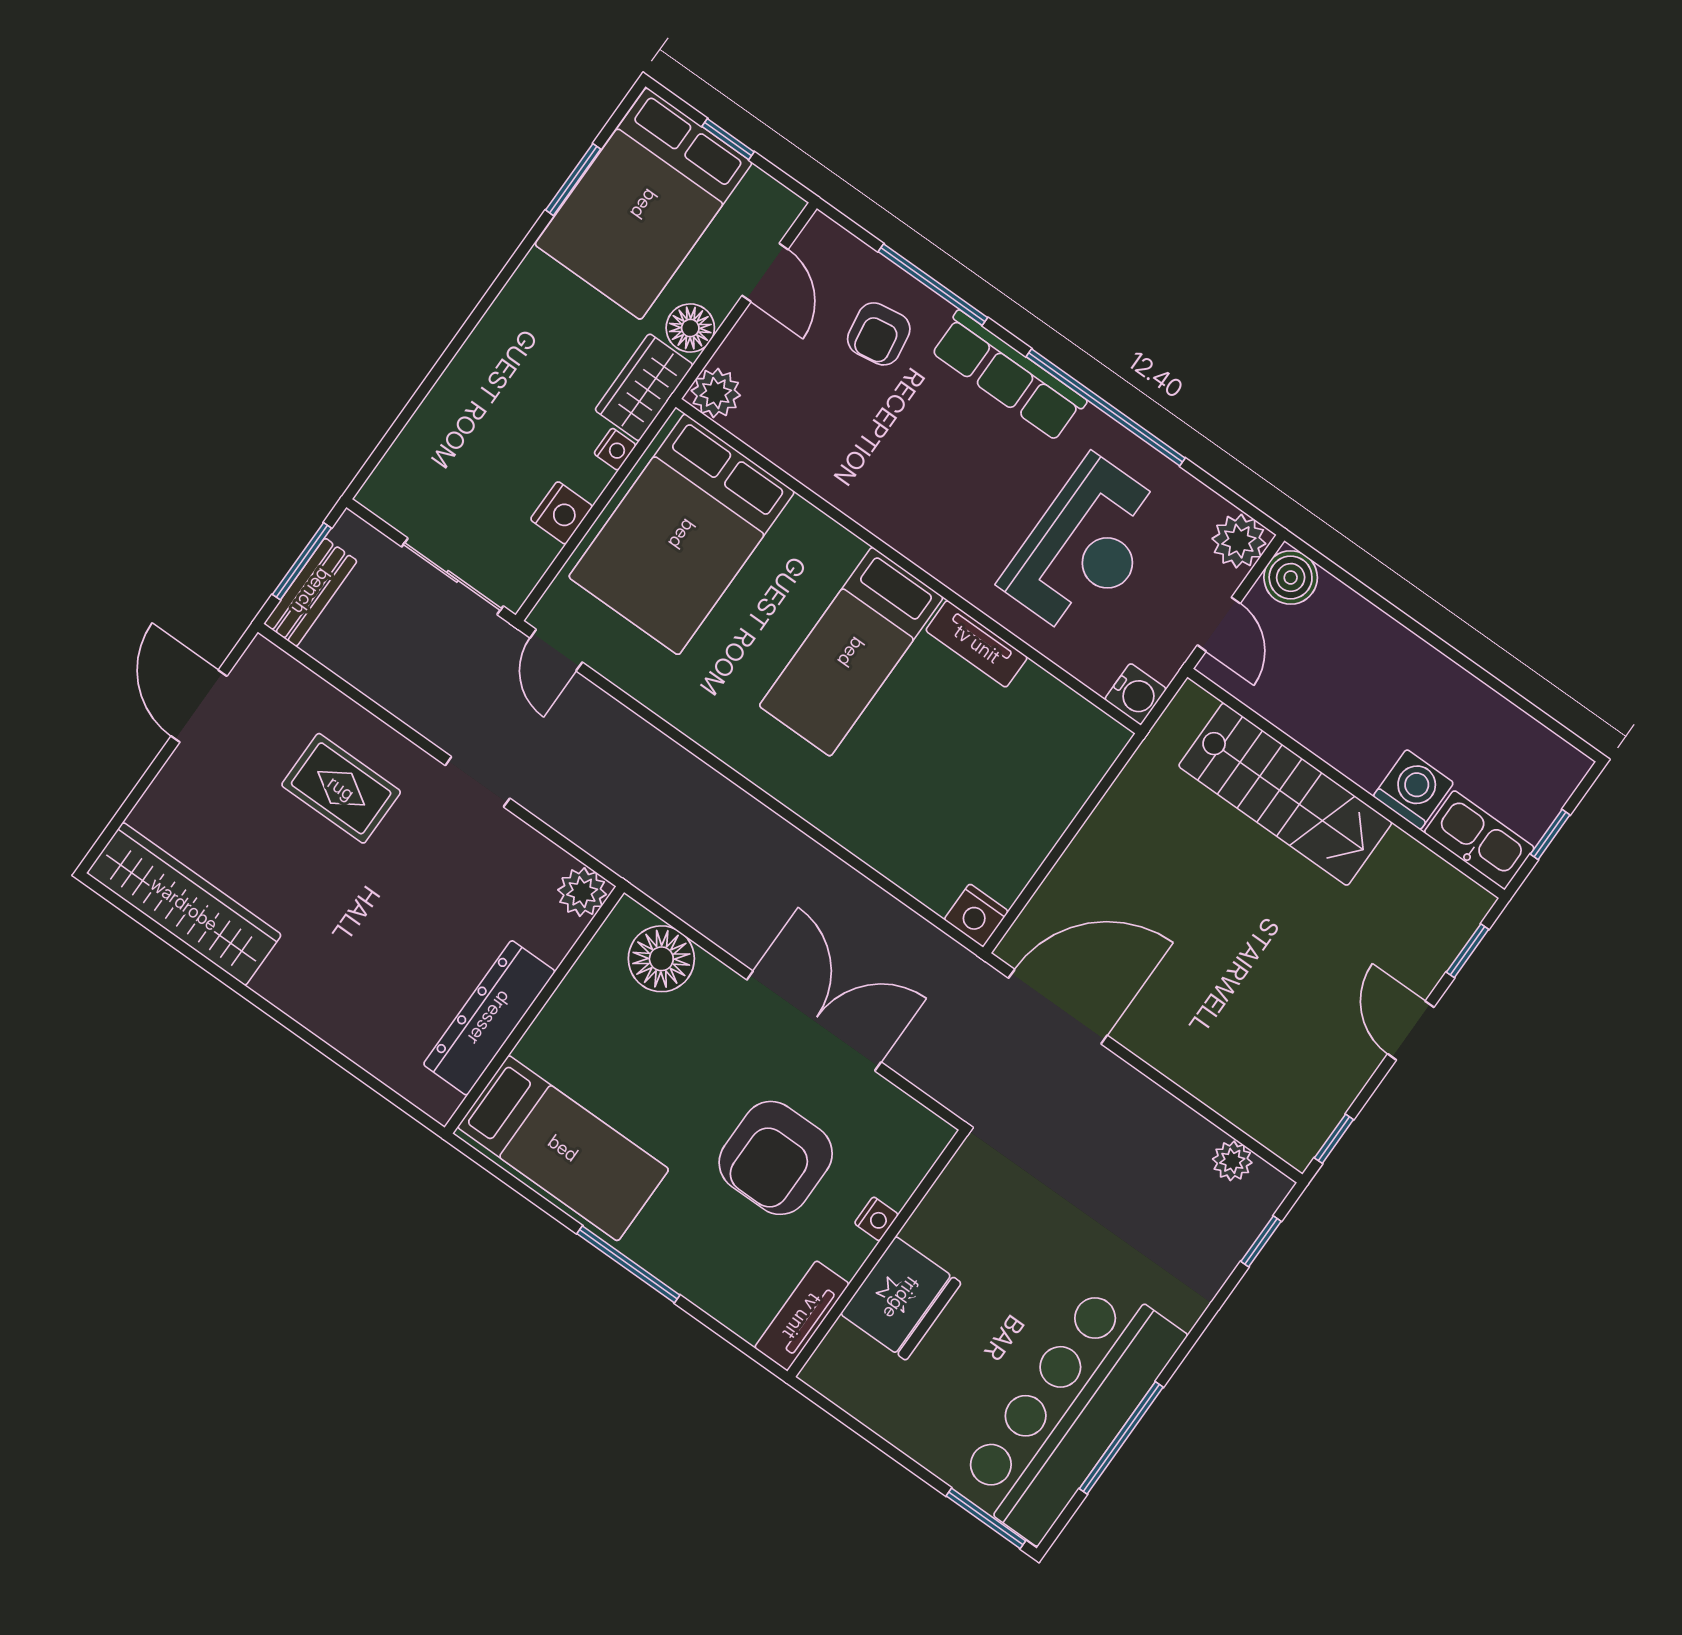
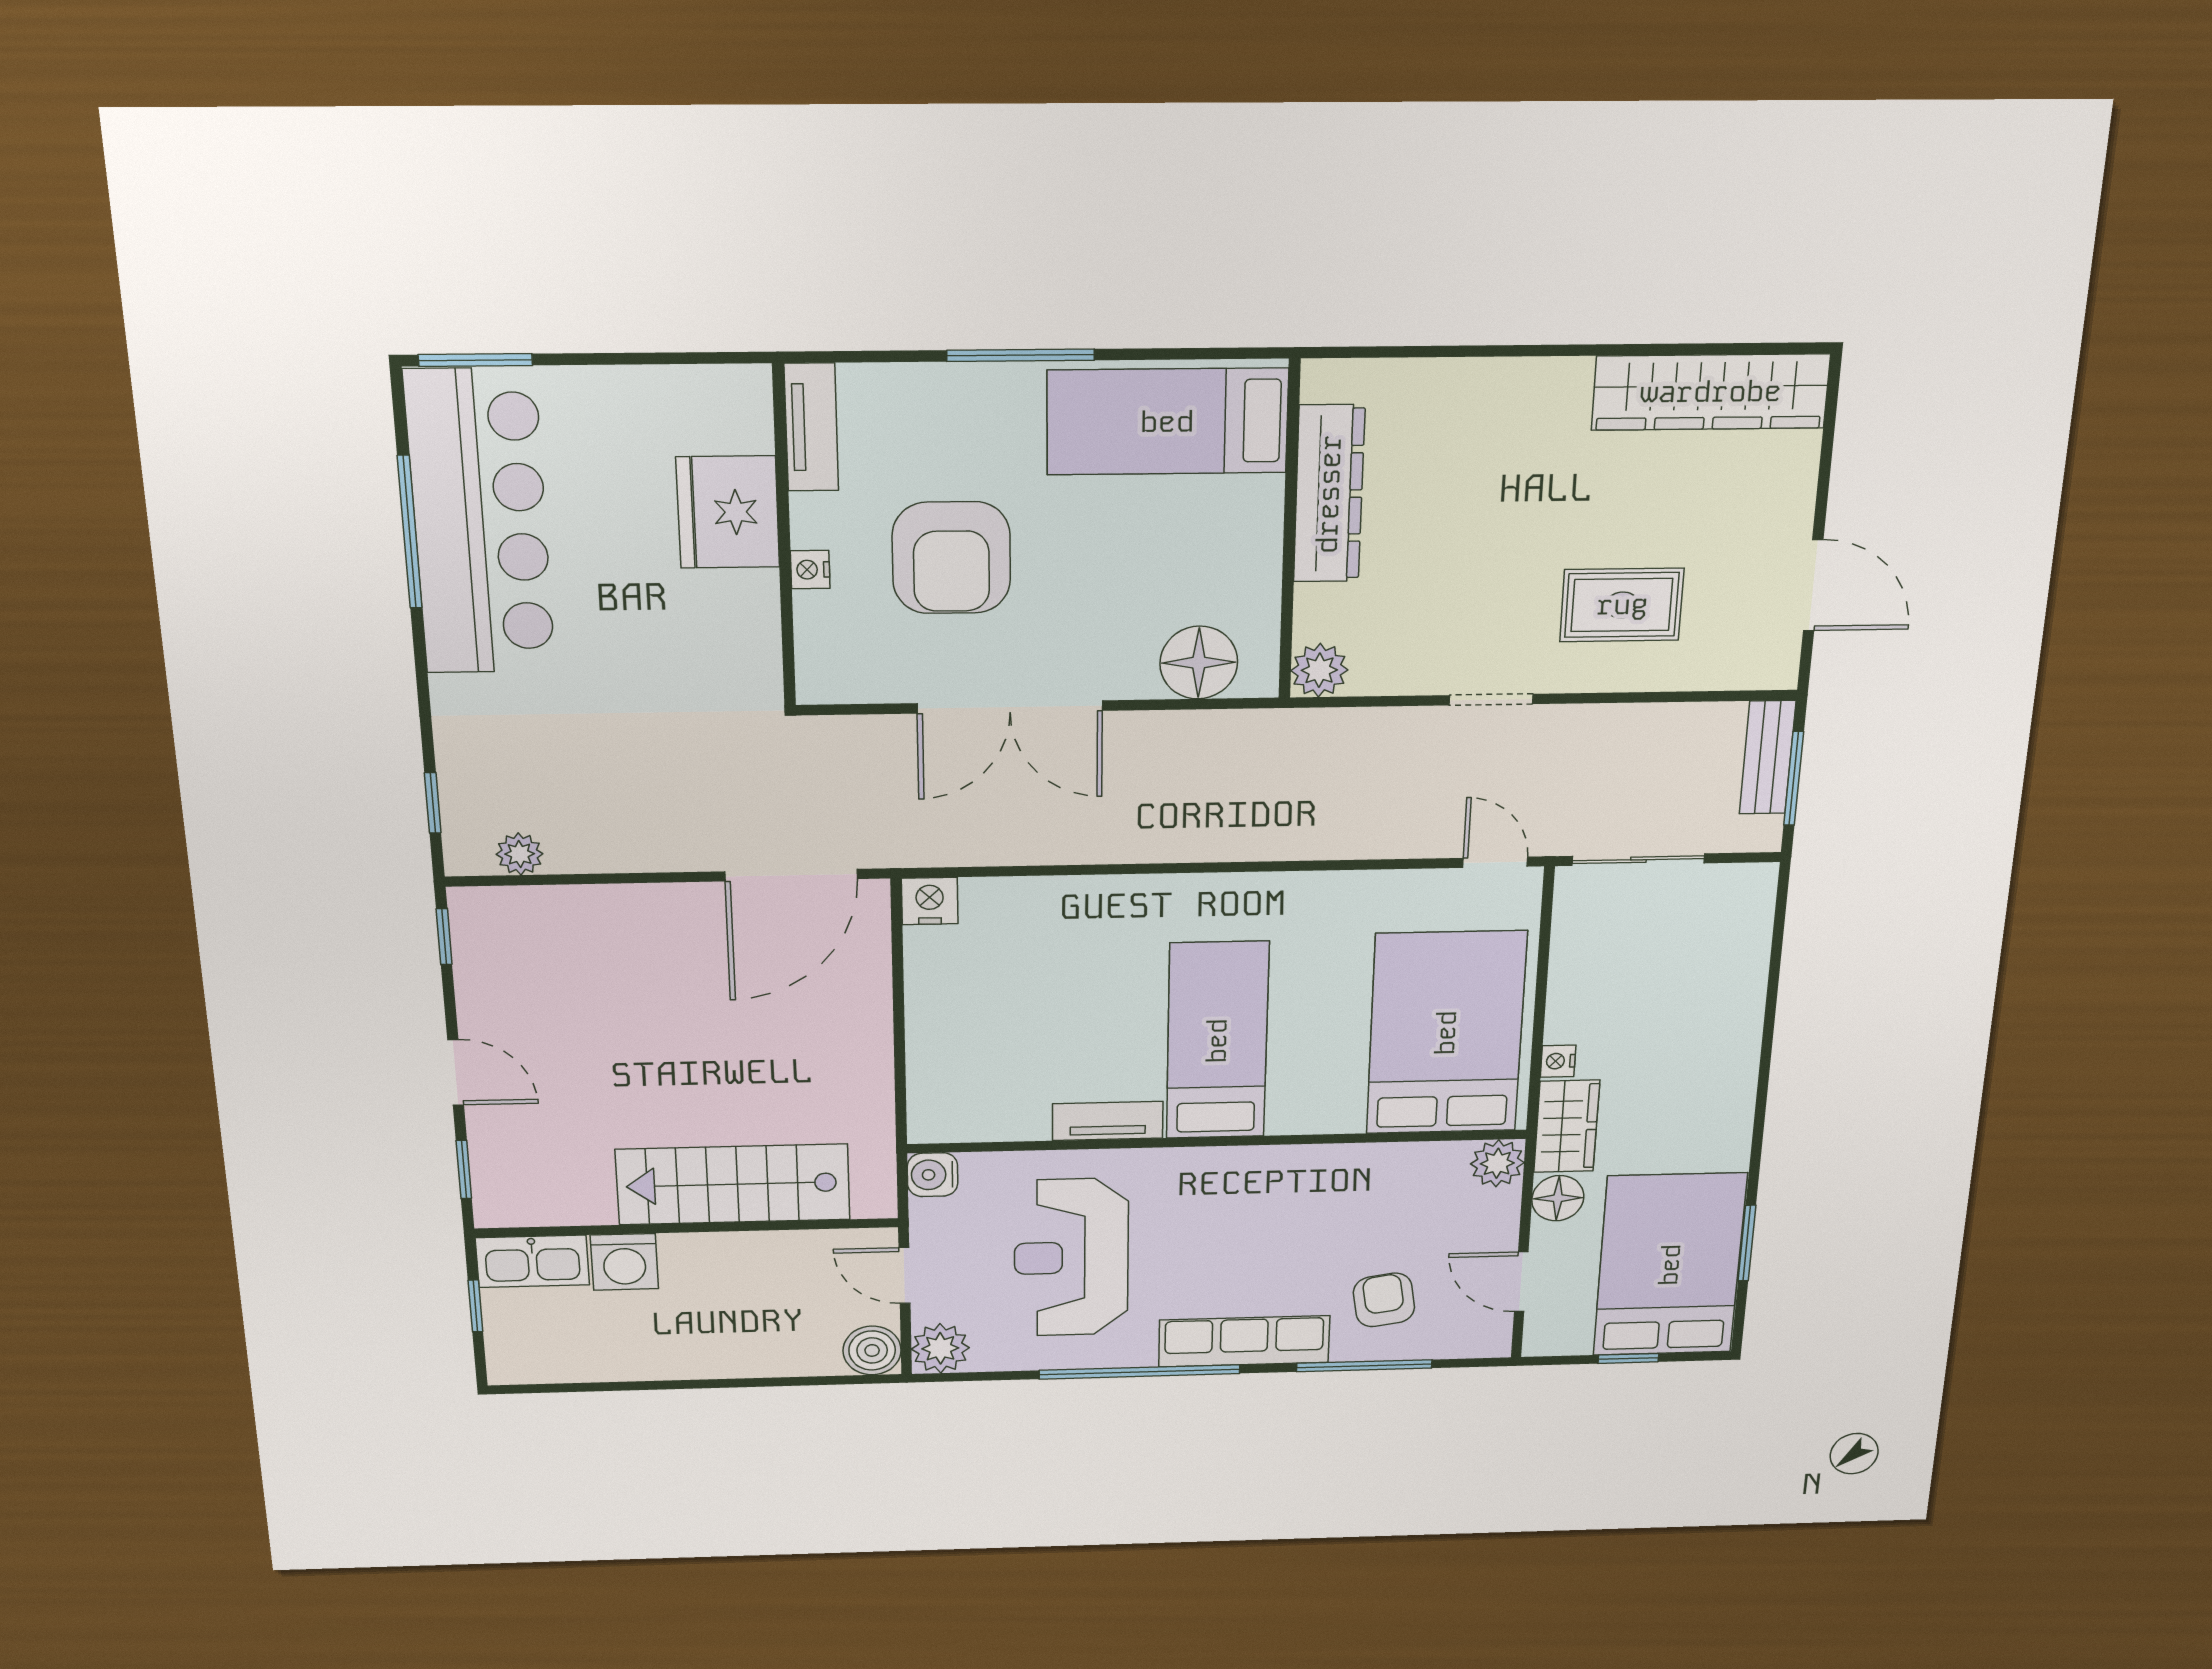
nightstand: (561, 513) -> (1571, 978), removed
armchair: (776, 1158) -> (951, 558), turned 180

